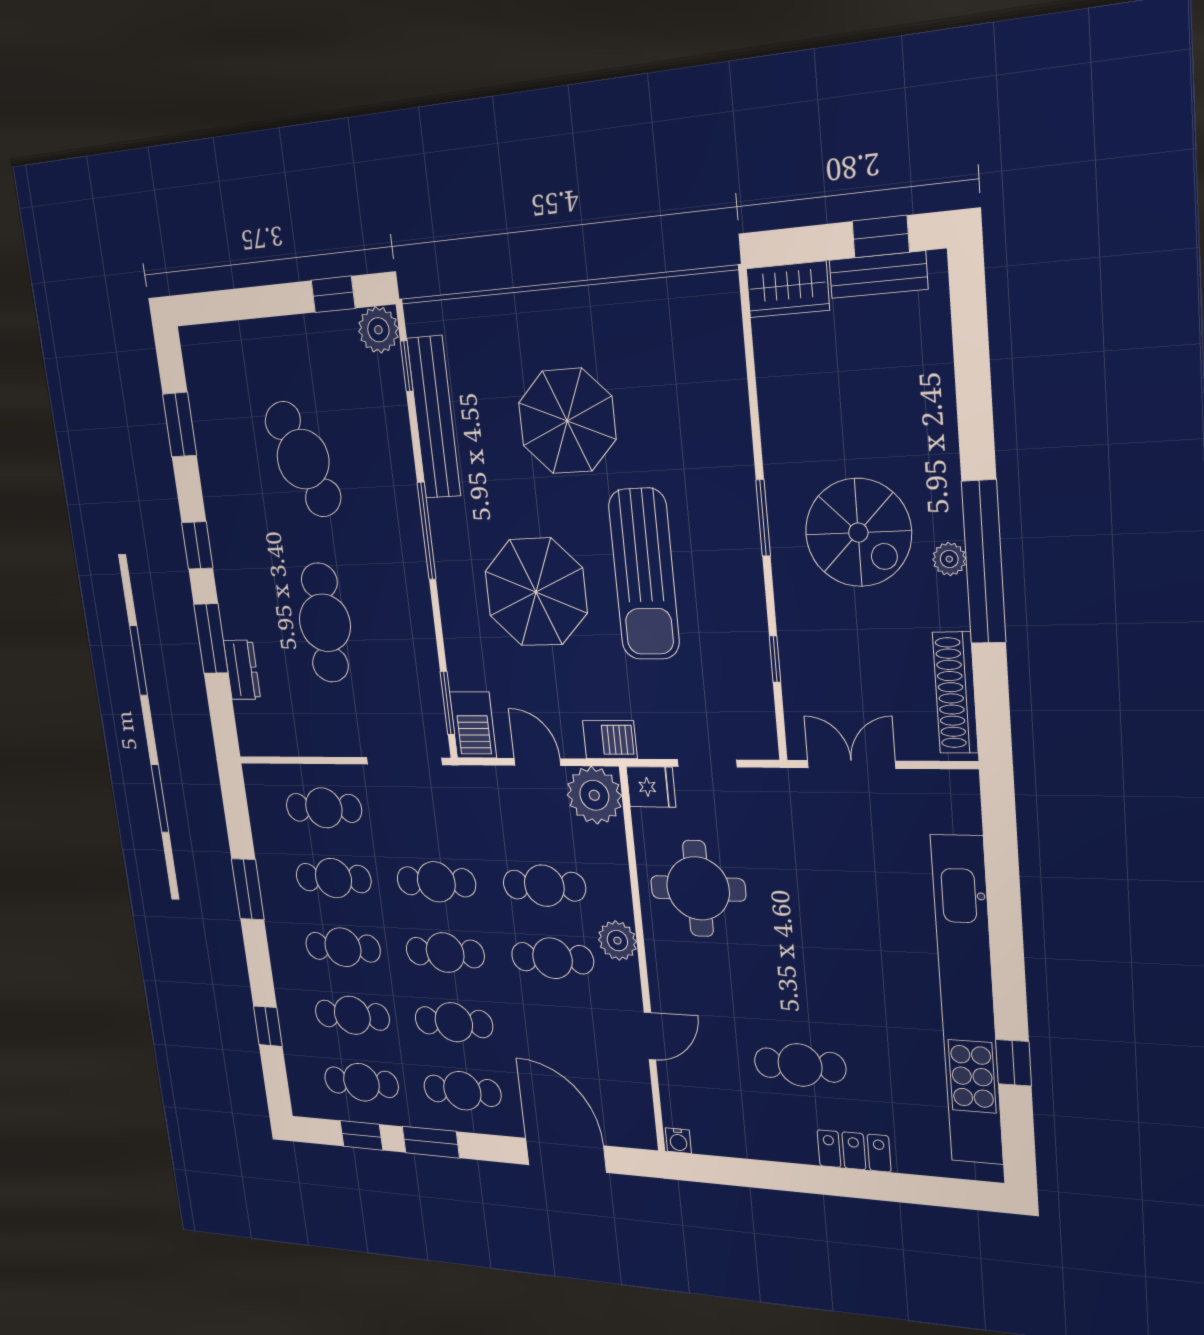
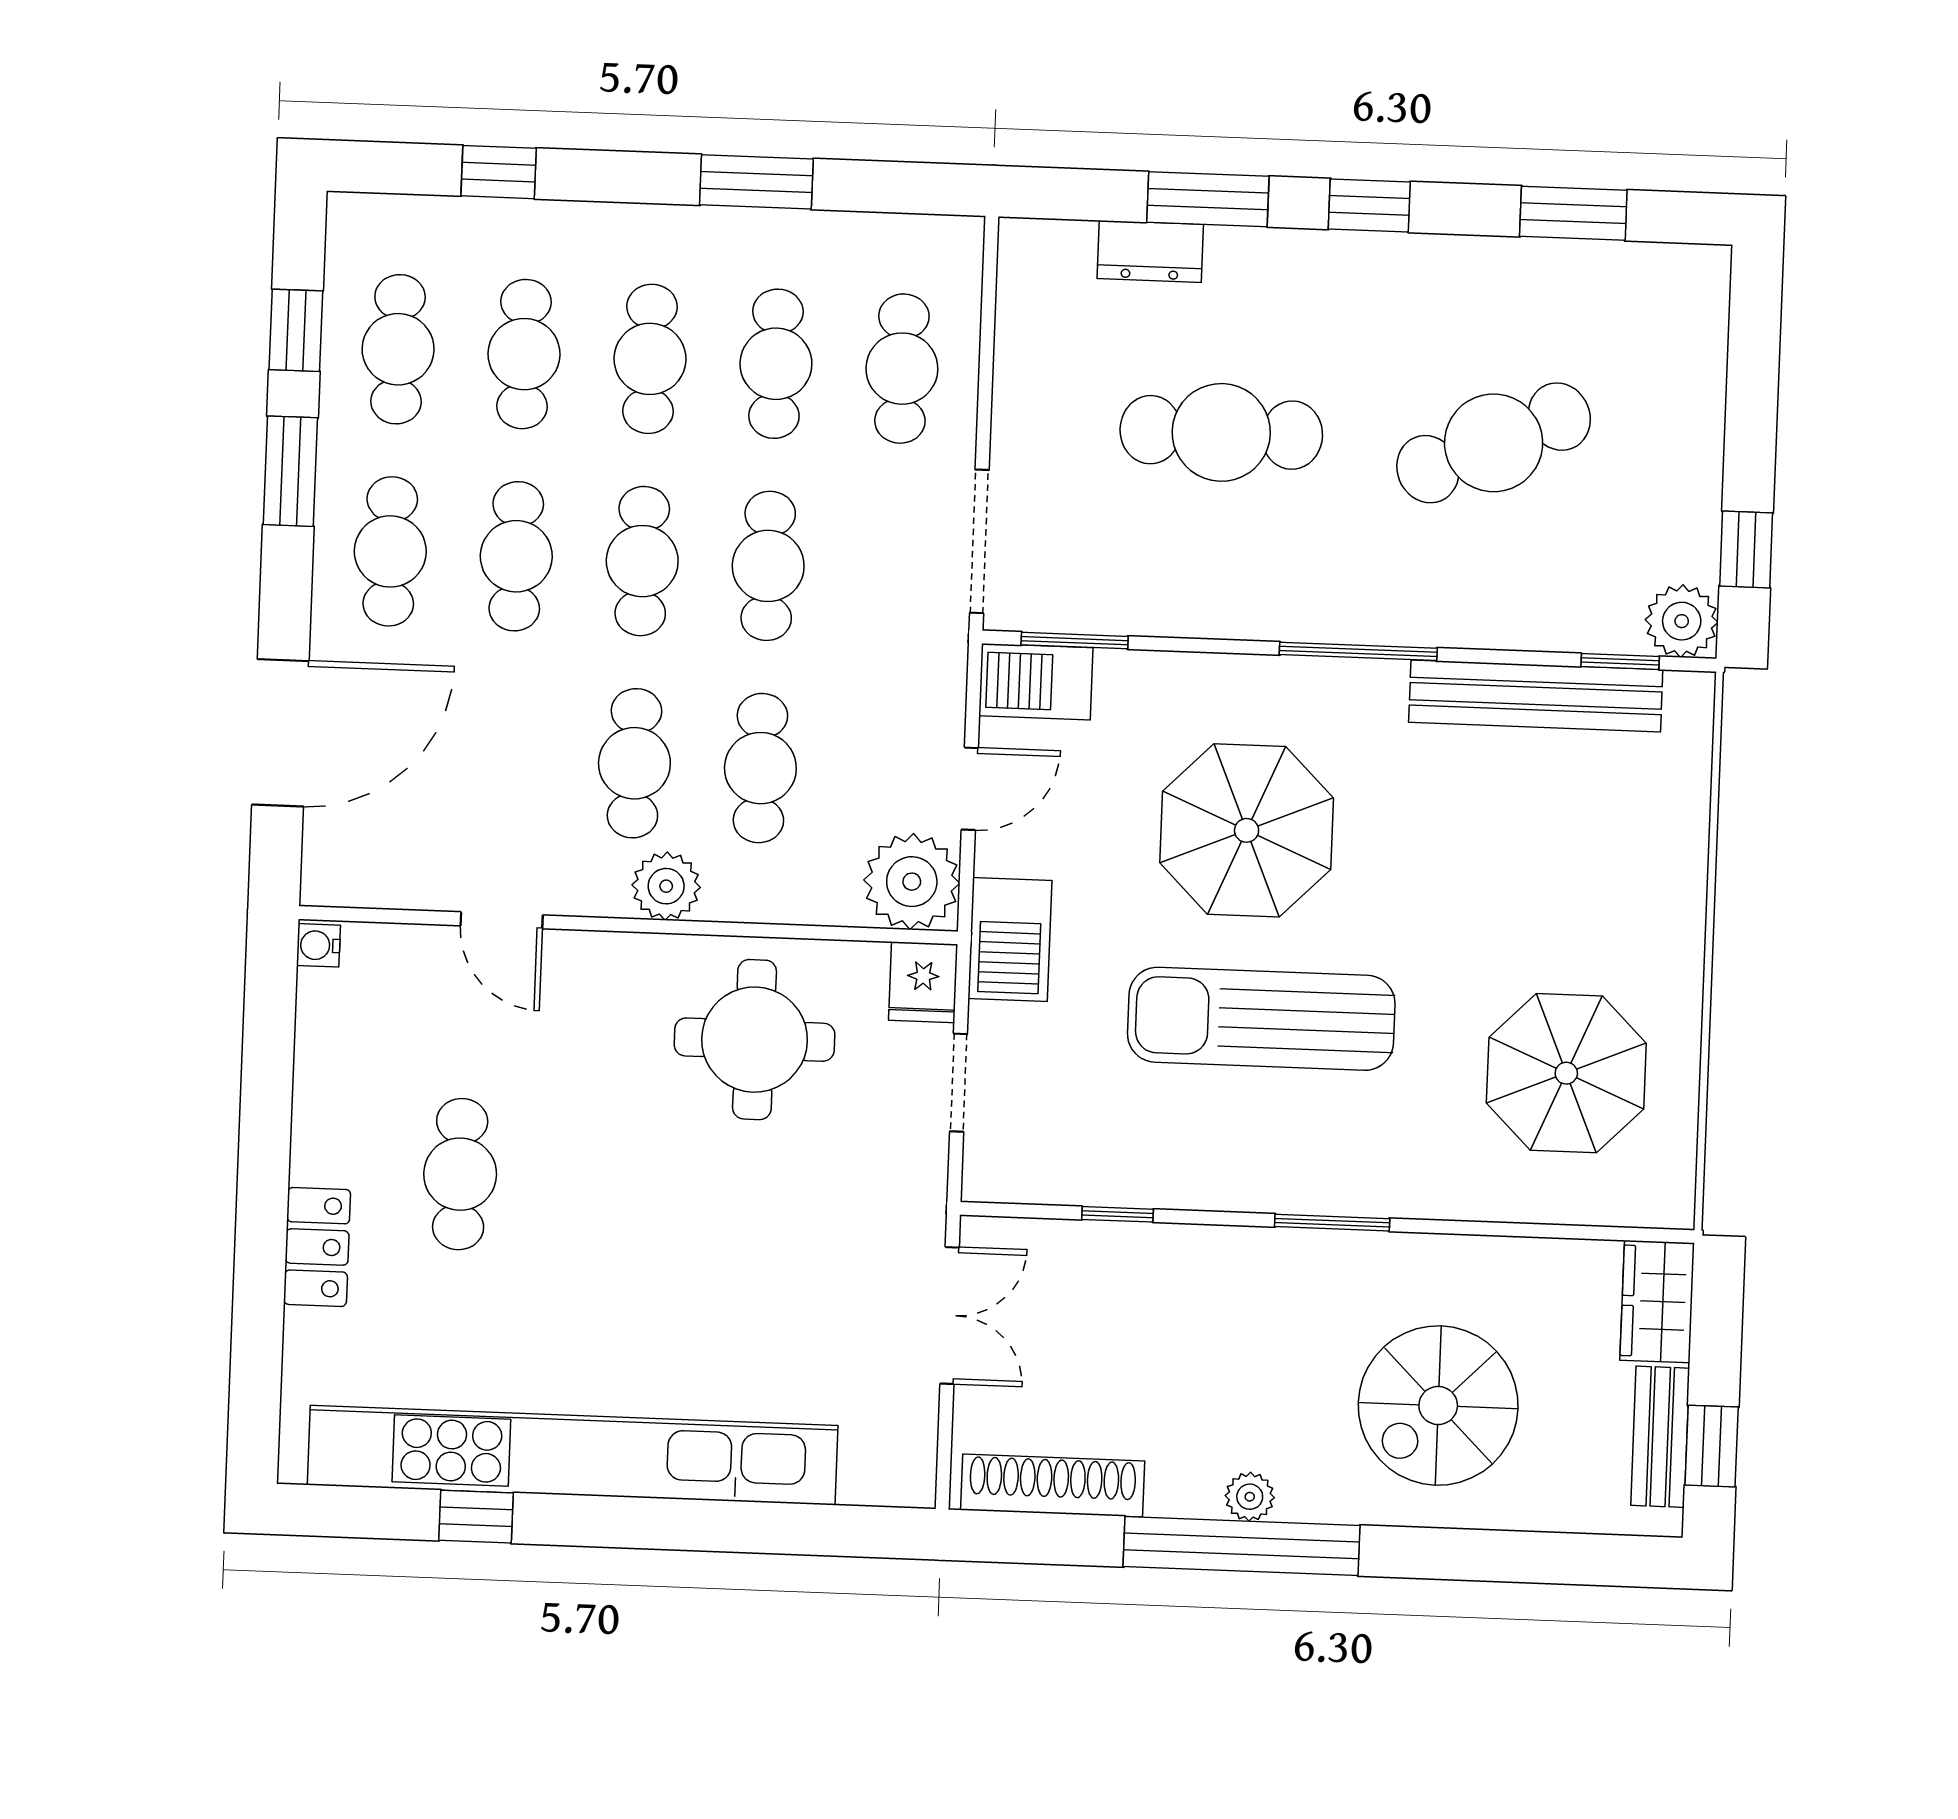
parasol: (567, 421) -> (1566, 1073), moved
spiral stairs: (858, 533) -> (1438, 1406), moved
barbecue: (610, 740) -> (1010, 940), width x1.38, depth x1.27

